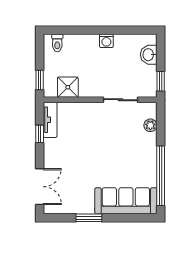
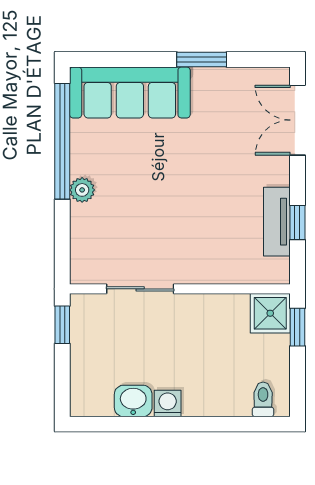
washbasin: (149, 55) -> (133, 401), moved, turned -90
shower: (68, 87) -> (270, 313), moved
tv unit: (50, 120) -> (277, 222), moved
plant: (150, 125) -> (82, 190), moved

